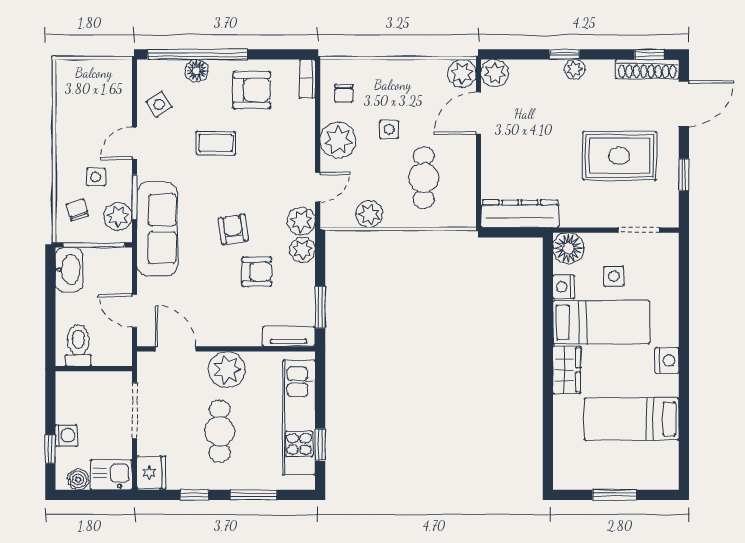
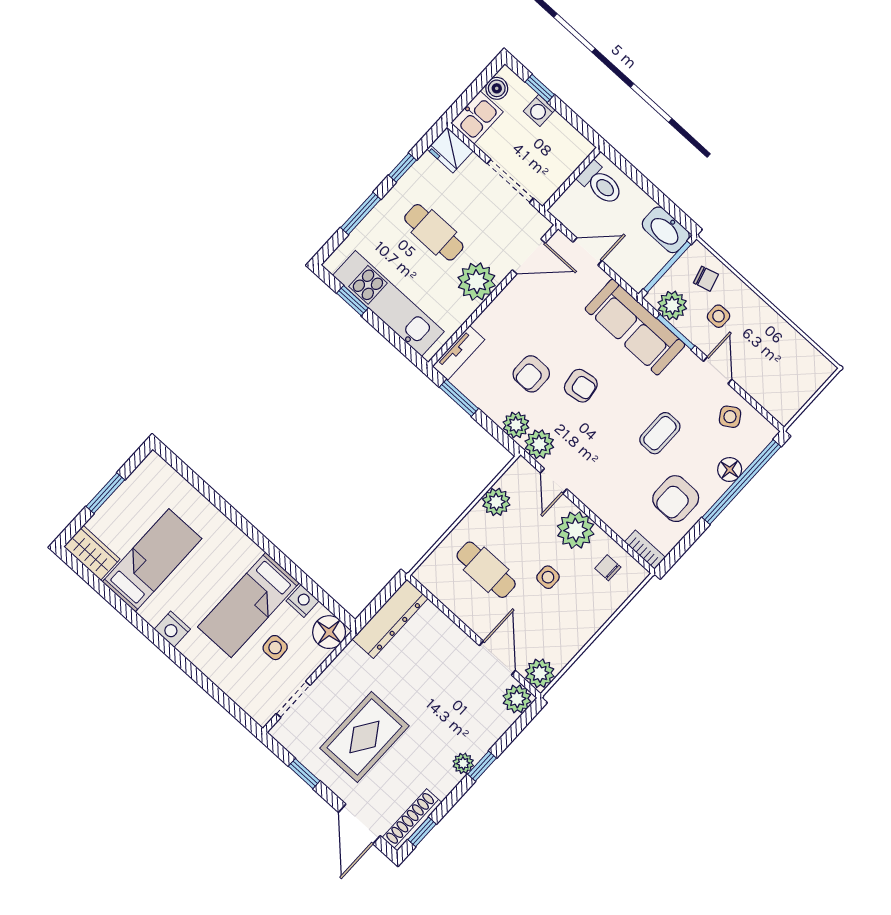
wardrobe: (567, 370) -> (92, 553), moved, turned 180

